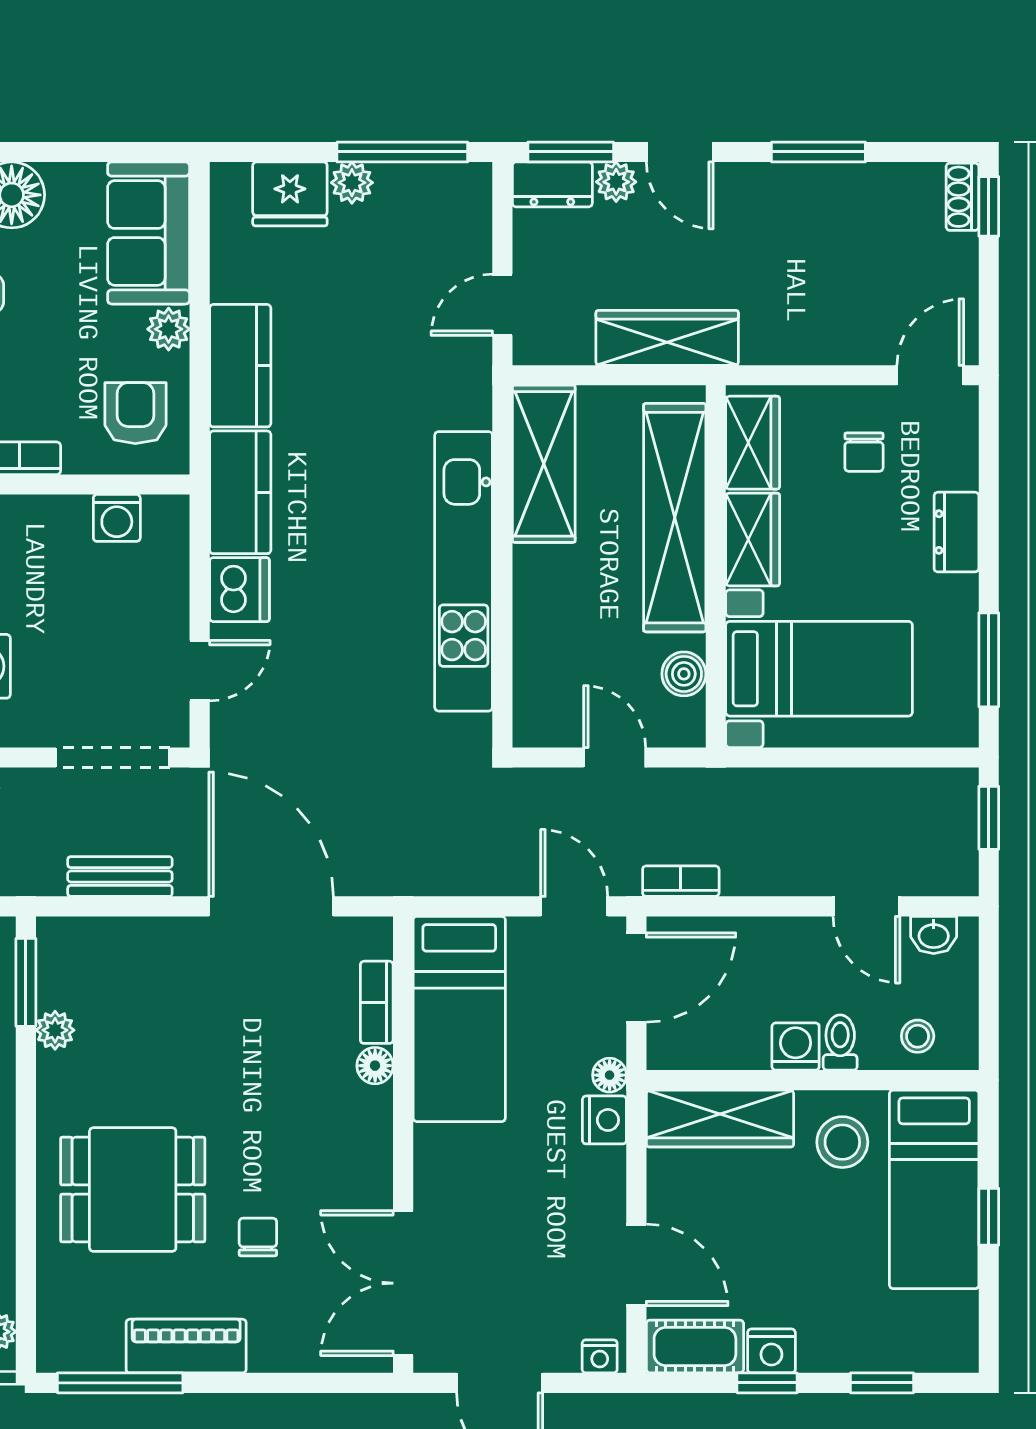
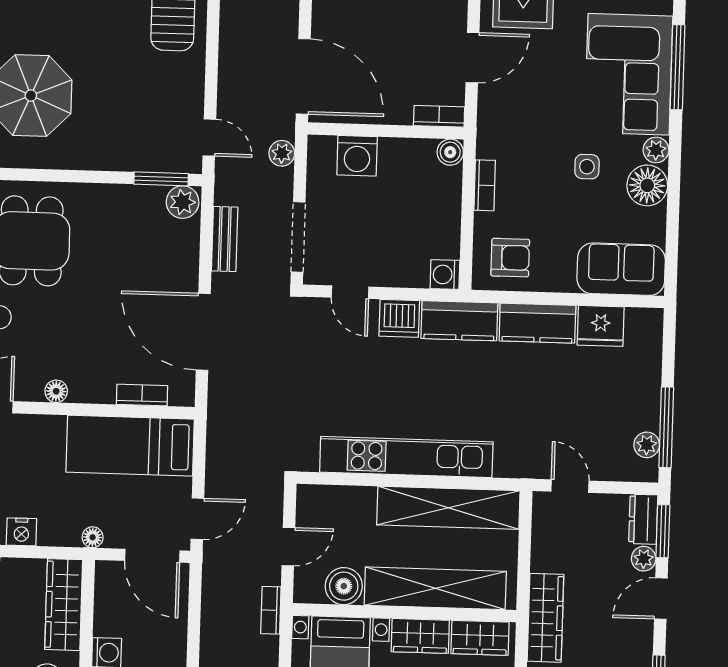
plant: (352, 183) -> (647, 445), moved
fridge: (290, 194) -> (601, 326), moved, turned -90
plant: (169, 329) -> (561, 280), removed
wardrobe: (667, 338) -> (545, 618), moved
shelving: (544, 464) -> (448, 508), width x1.47
washing machine: (117, 518) -> (445, 275), moved
boiler: (684, 674) -> (344, 586), width x1.36, depth x1.36
bookcase: (681, 881) -> (271, 610), moved, turned 180
door: (271, 906) -> (203, 332), swing flipped
plant: (55, 1030) -> (183, 202), moved, width x1.38, depth x1.38
floor lamp: (375, 1066) -> (56, 391), moved
nightstand: (604, 1120) -> (21, 532), moved

